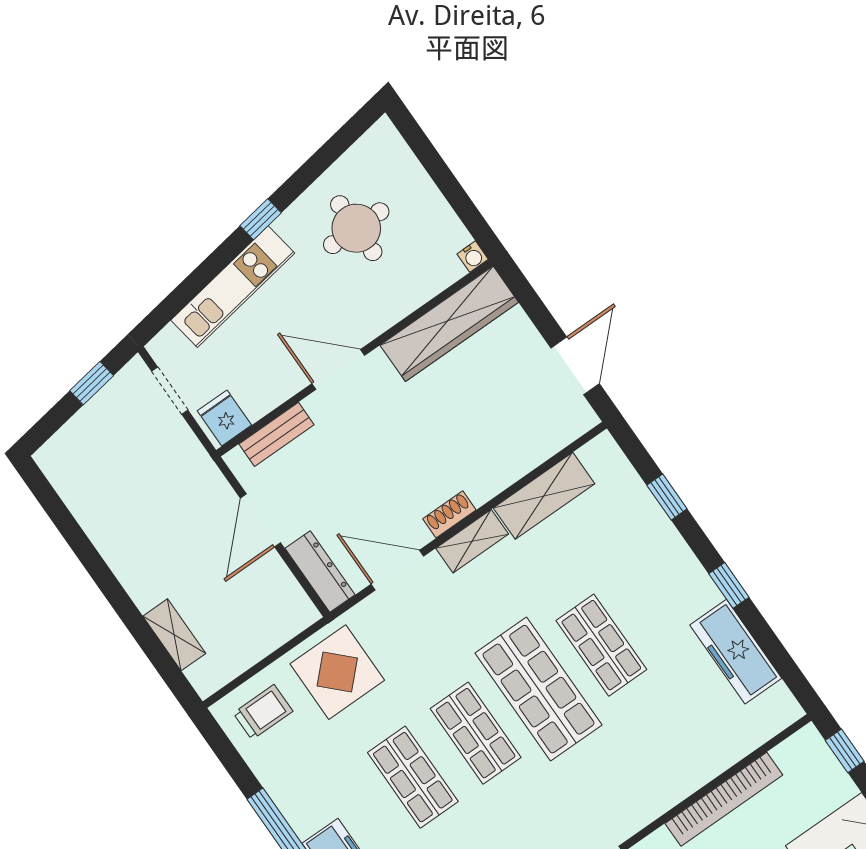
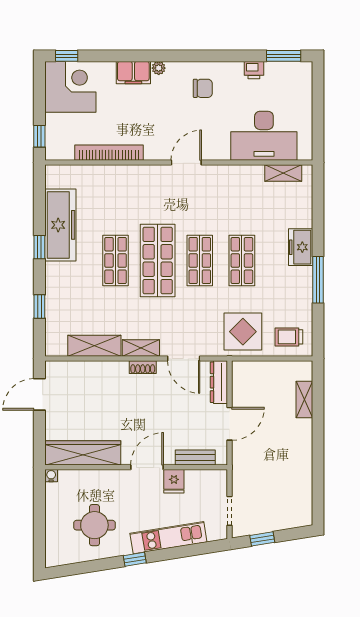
door: (338, 369) -> (147, 467), swing flipped
fridge: (224, 418) -> (174, 481), moved
freezer: (736, 652) -> (60, 225), width x1.36, depth x1.26

